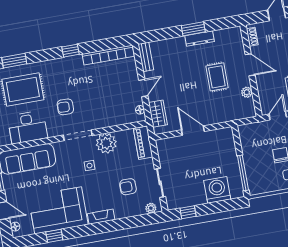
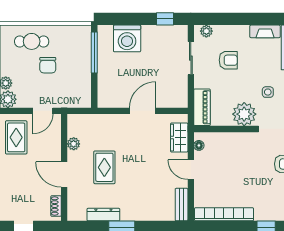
dresser: (200, 39) -> (103, 215), moved
door: (143, 88) -> (191, 170), hinge flipped
door: (193, 131) -> (143, 111), swing flipped

